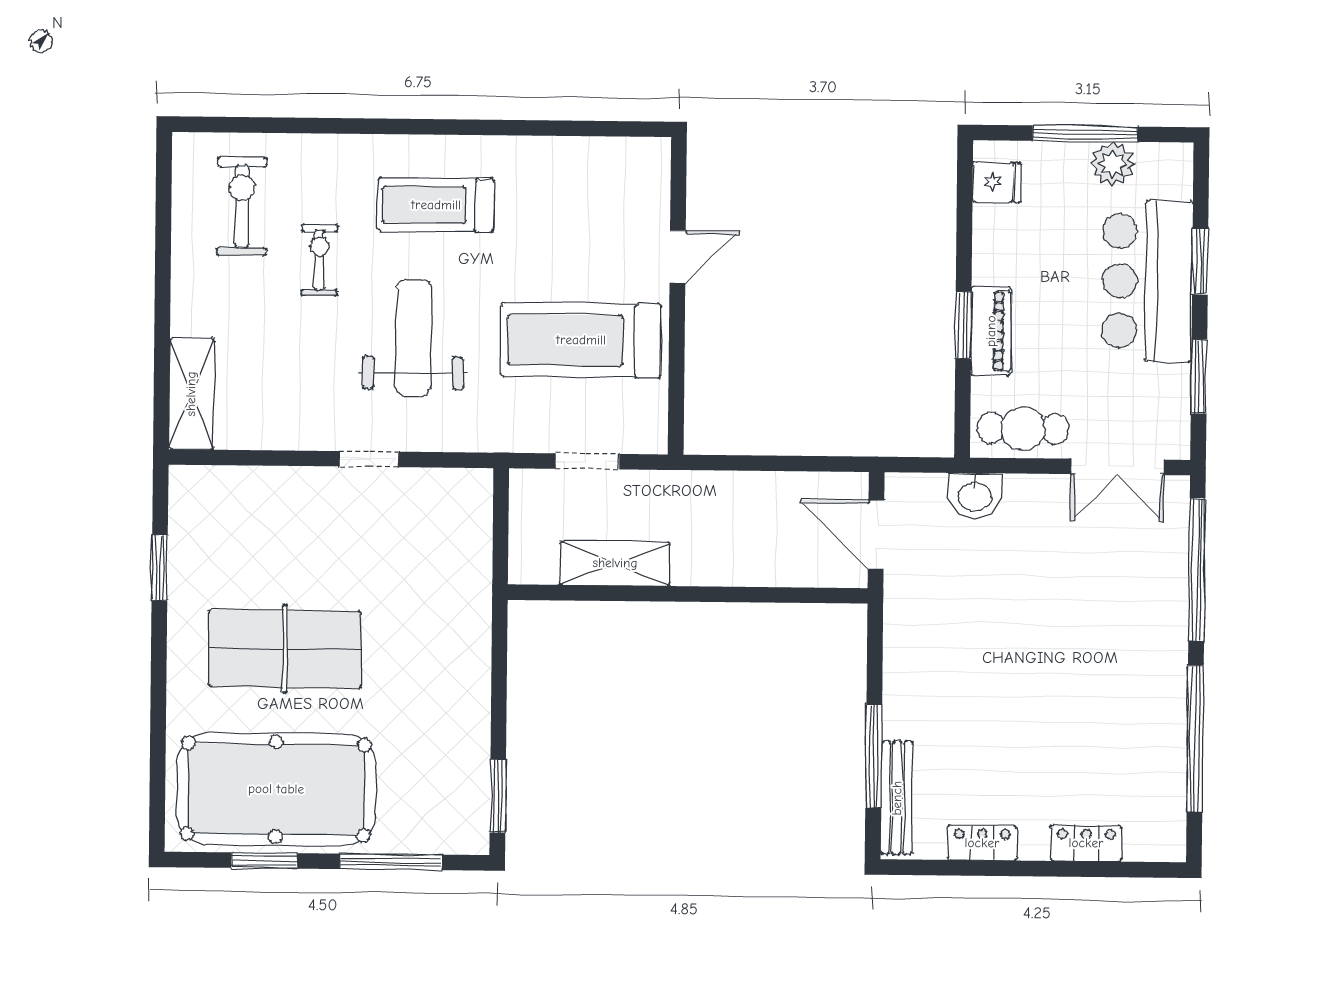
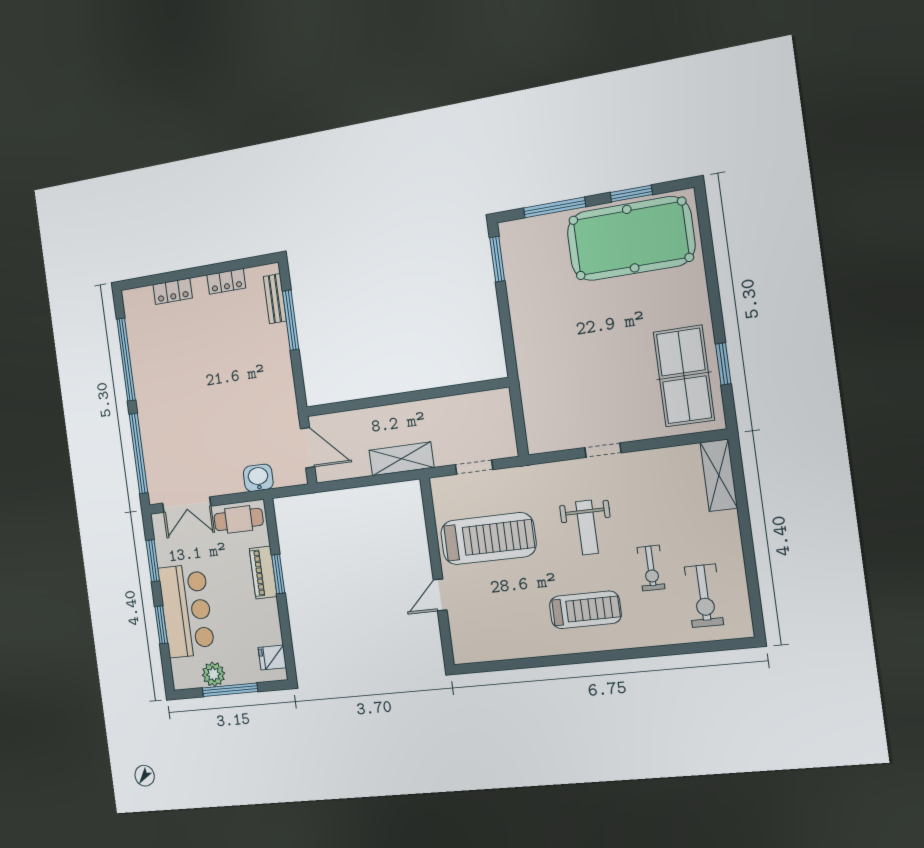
weight bench: (414, 338) -> (587, 528), width x0.73, depth x0.75
double door: (1118, 467) -> (187, 505), swing flipped
shelving: (615, 563) -> (402, 459), moved
table tennis table: (285, 649) -> (684, 376), moved, turned 90
bench: (897, 798) -> (275, 299), width x0.73

